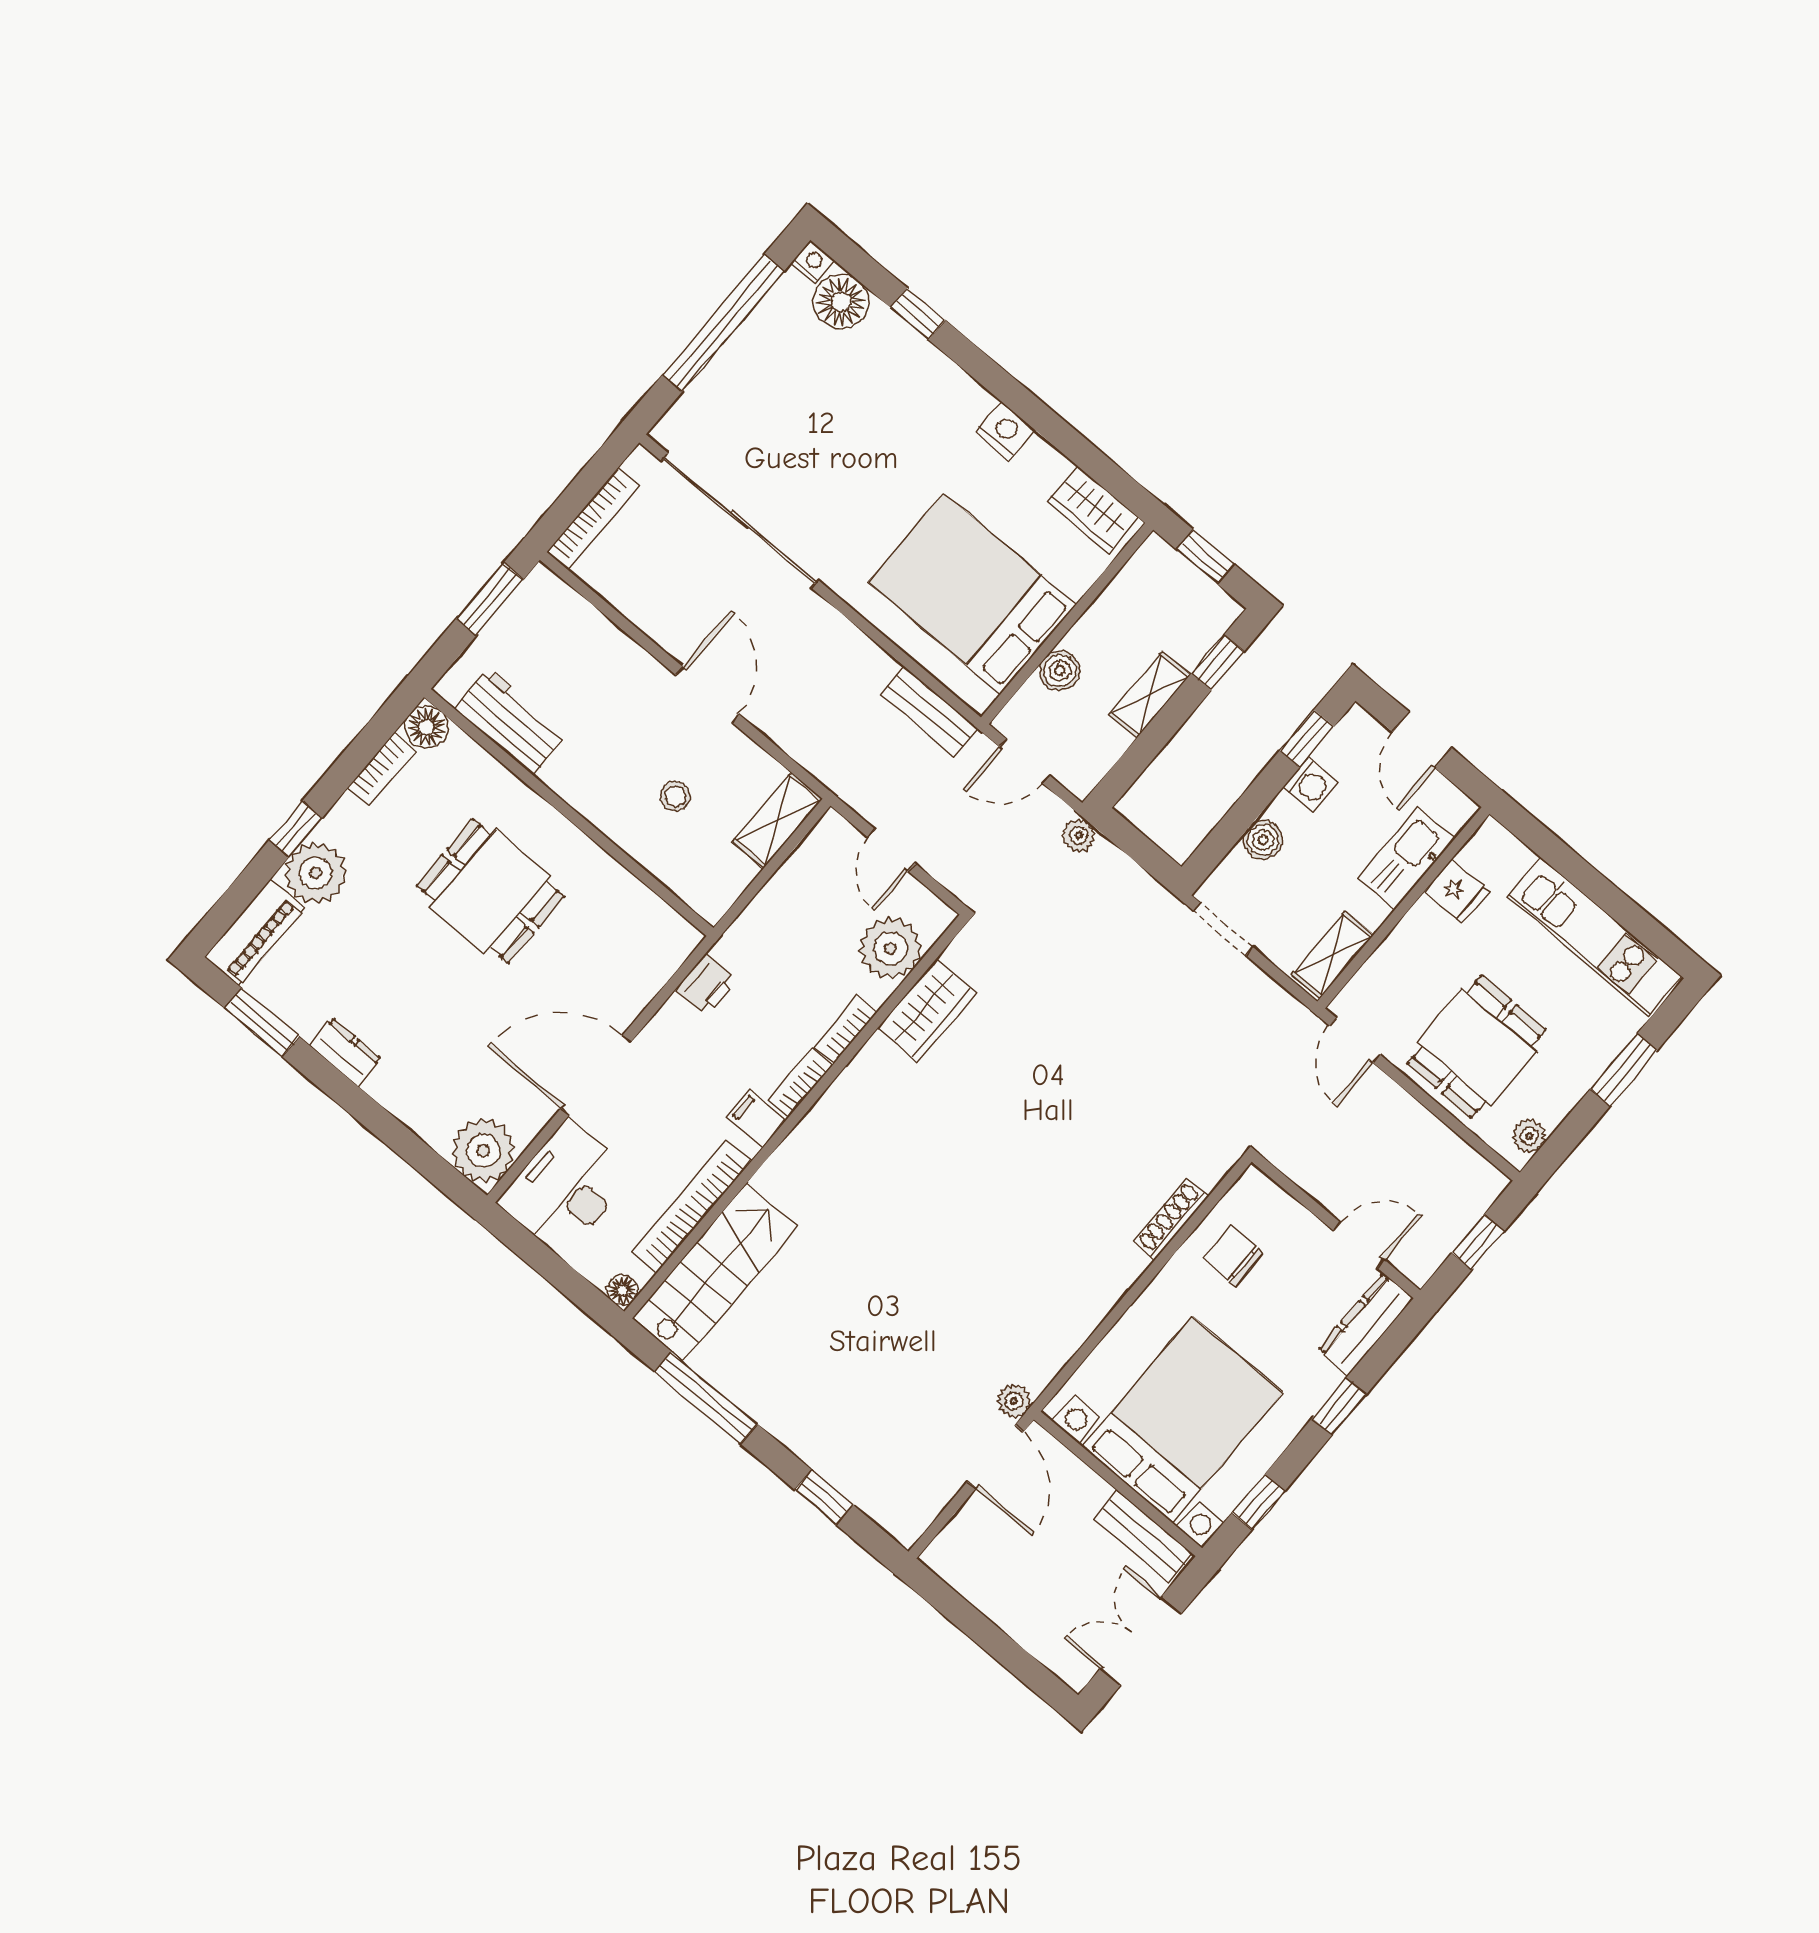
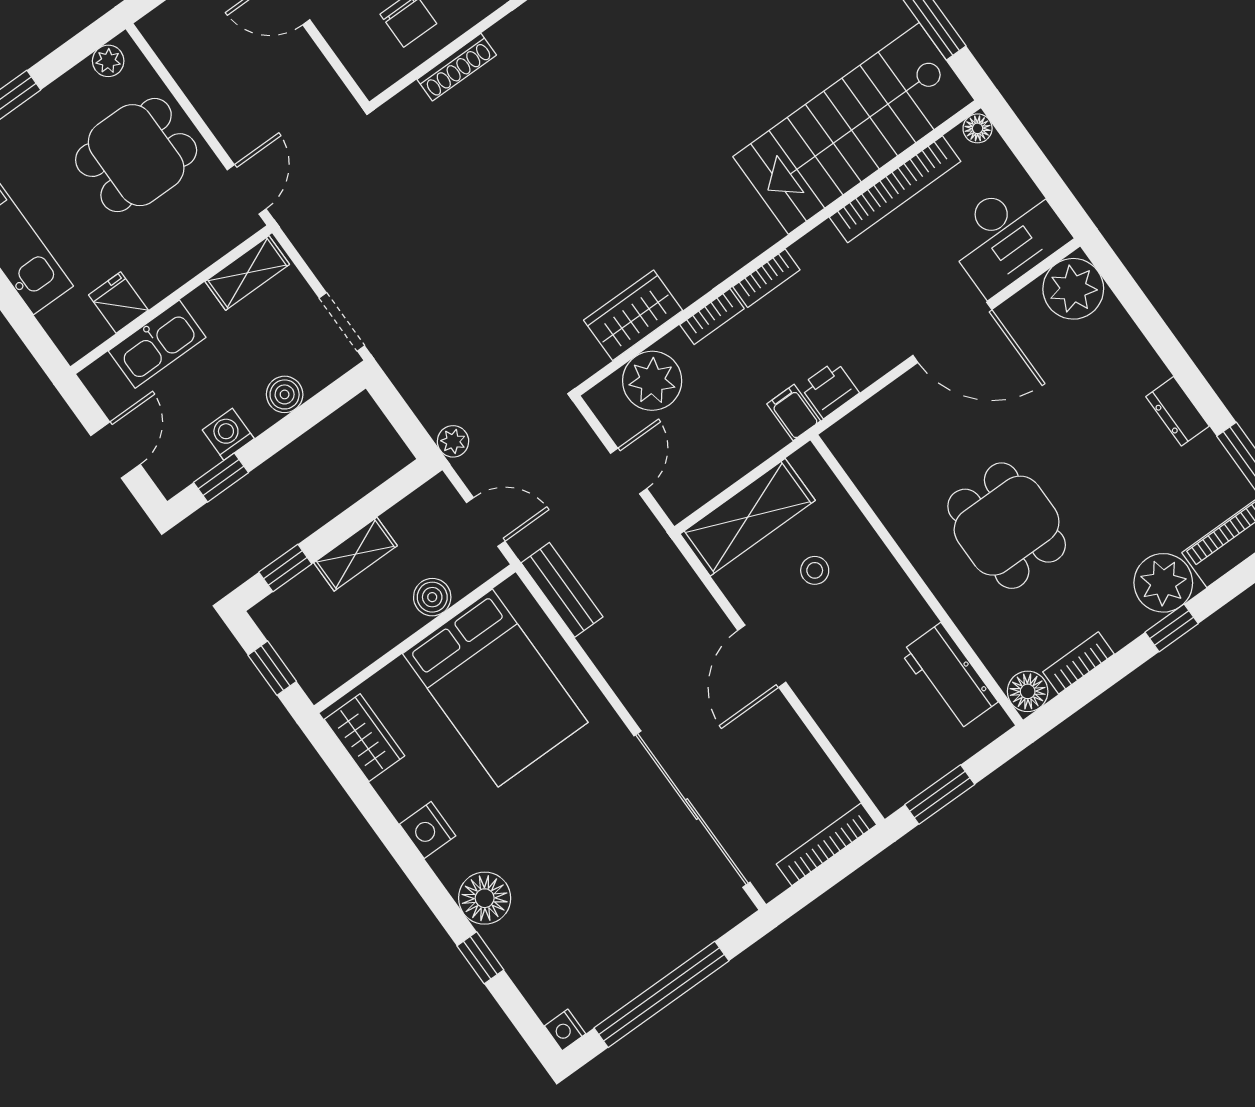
floor lamp: (841, 302) -> (485, 898), moved
shelving: (778, 820) -> (748, 517), width x1.50, depth x1.33
filing cabinet: (756, 1118) -> (794, 412), moved, turned 180
stairs: (715, 1272) -> (854, 128), width x1.36, depth x1.51

